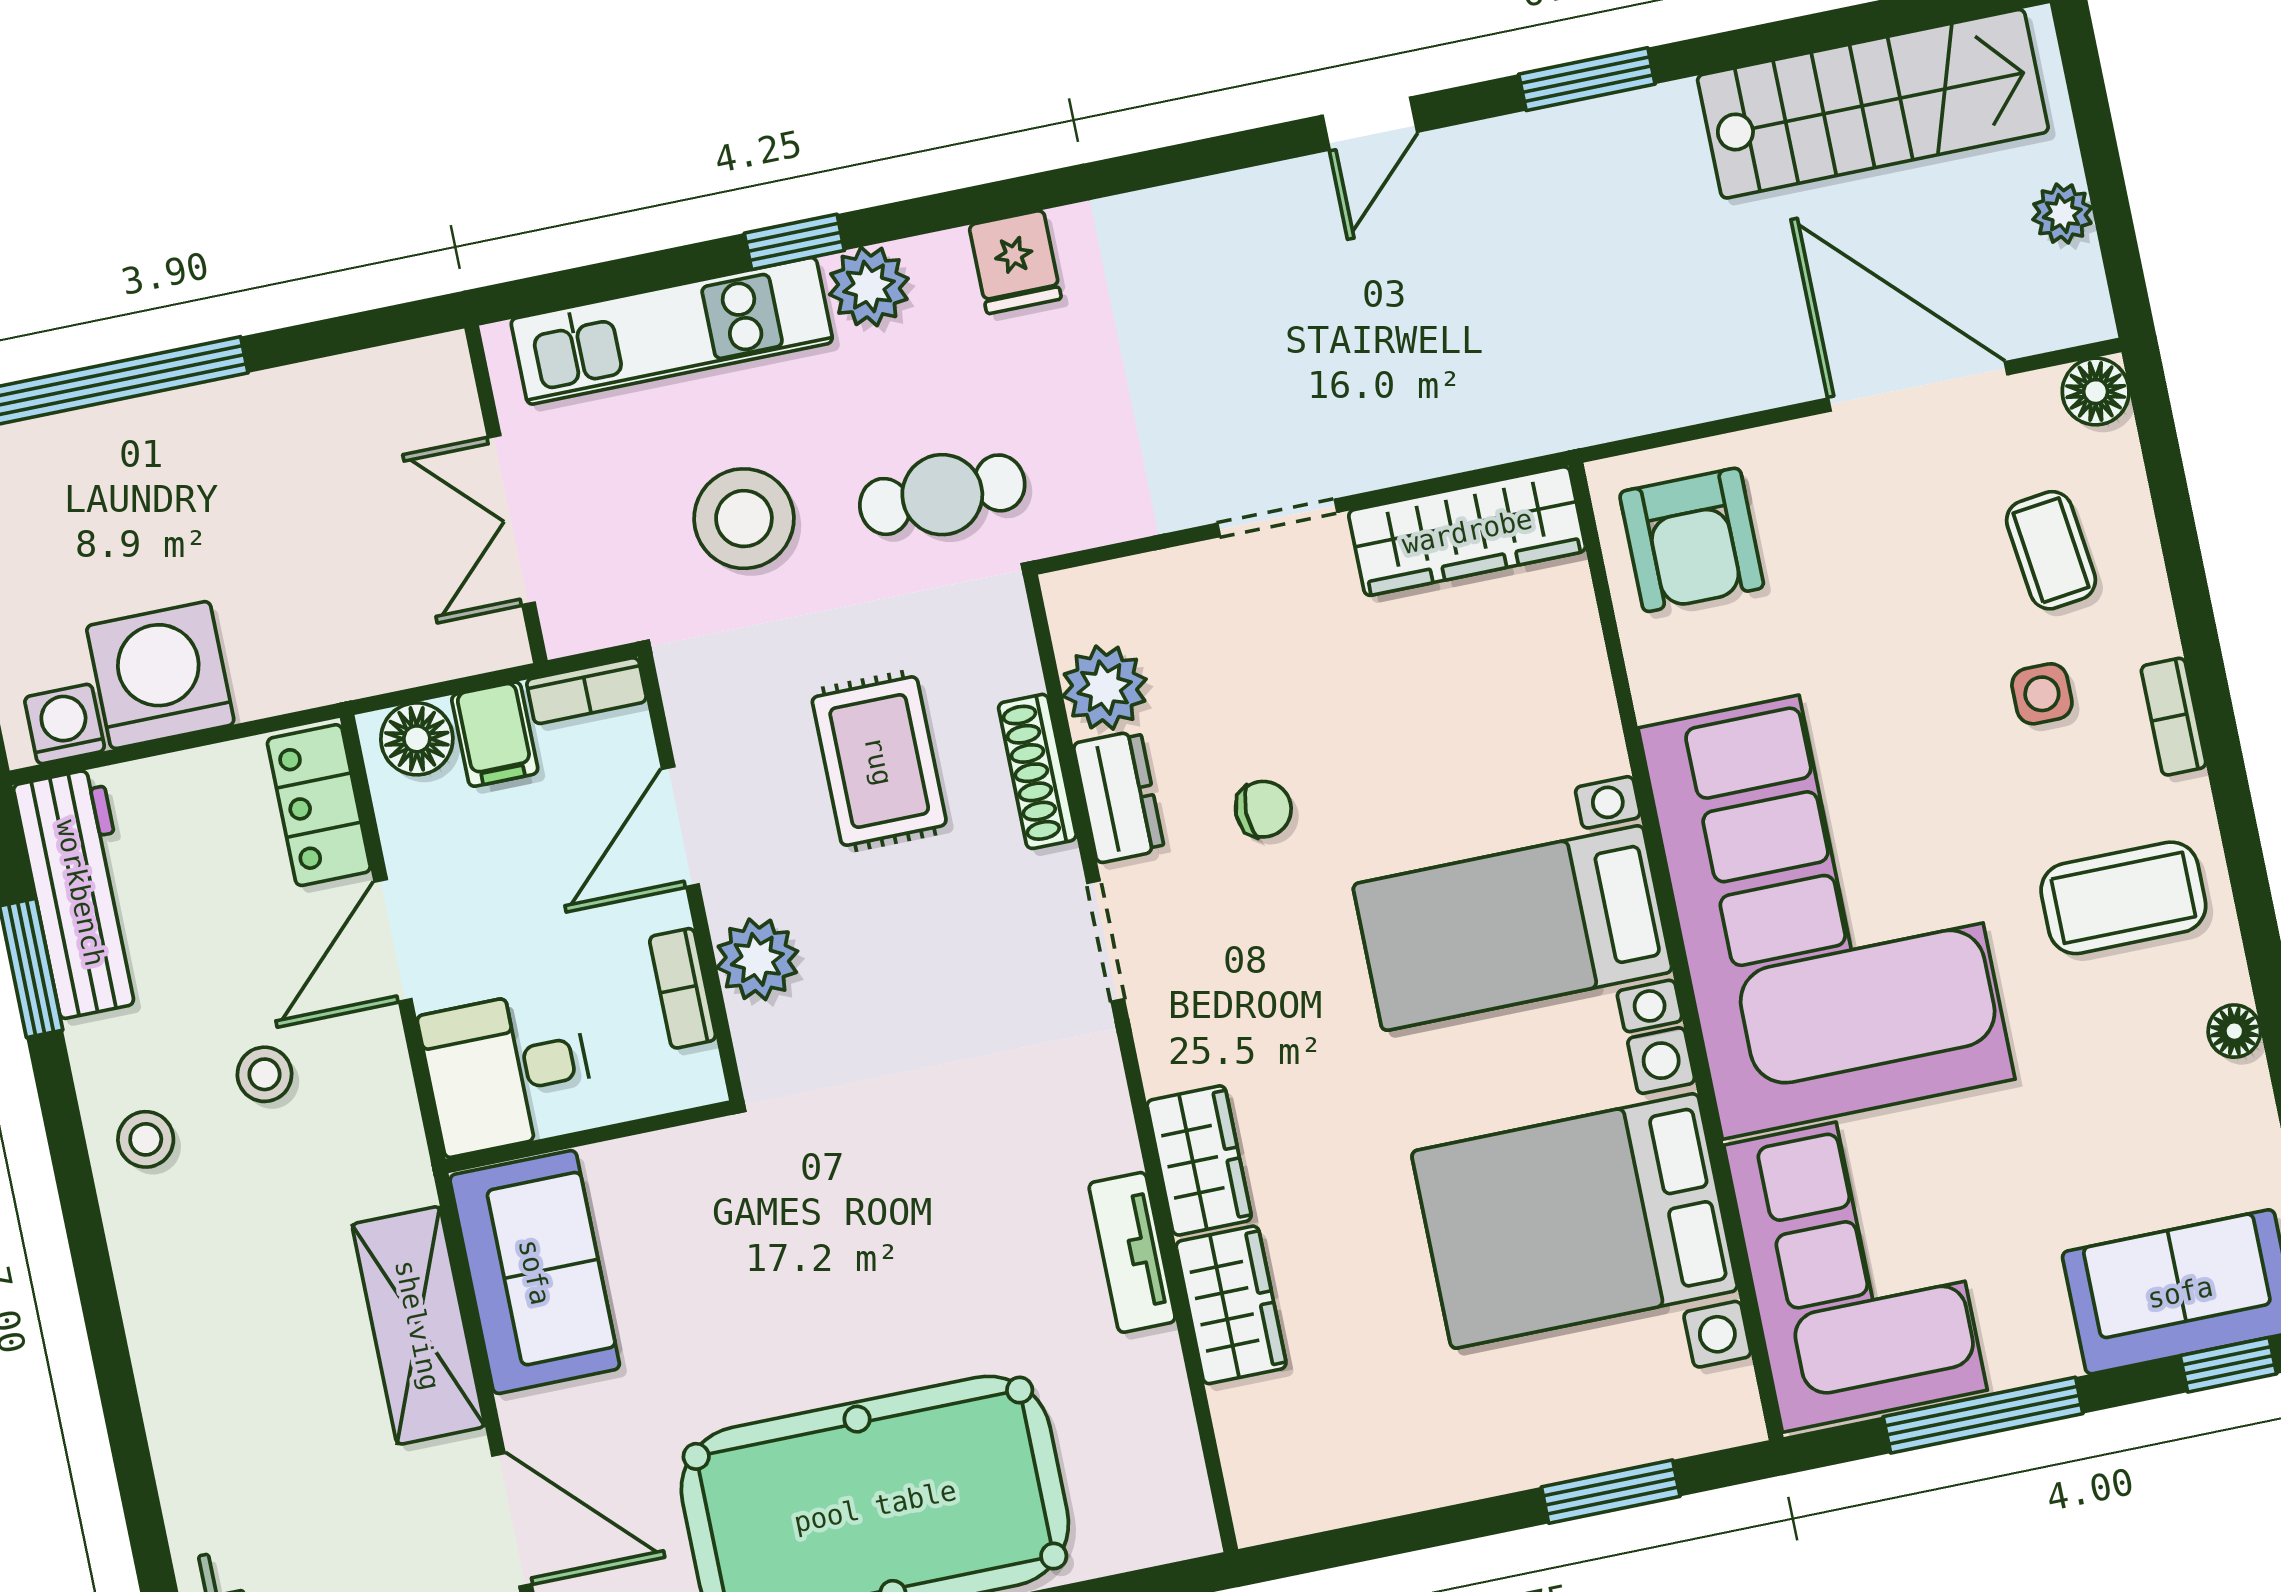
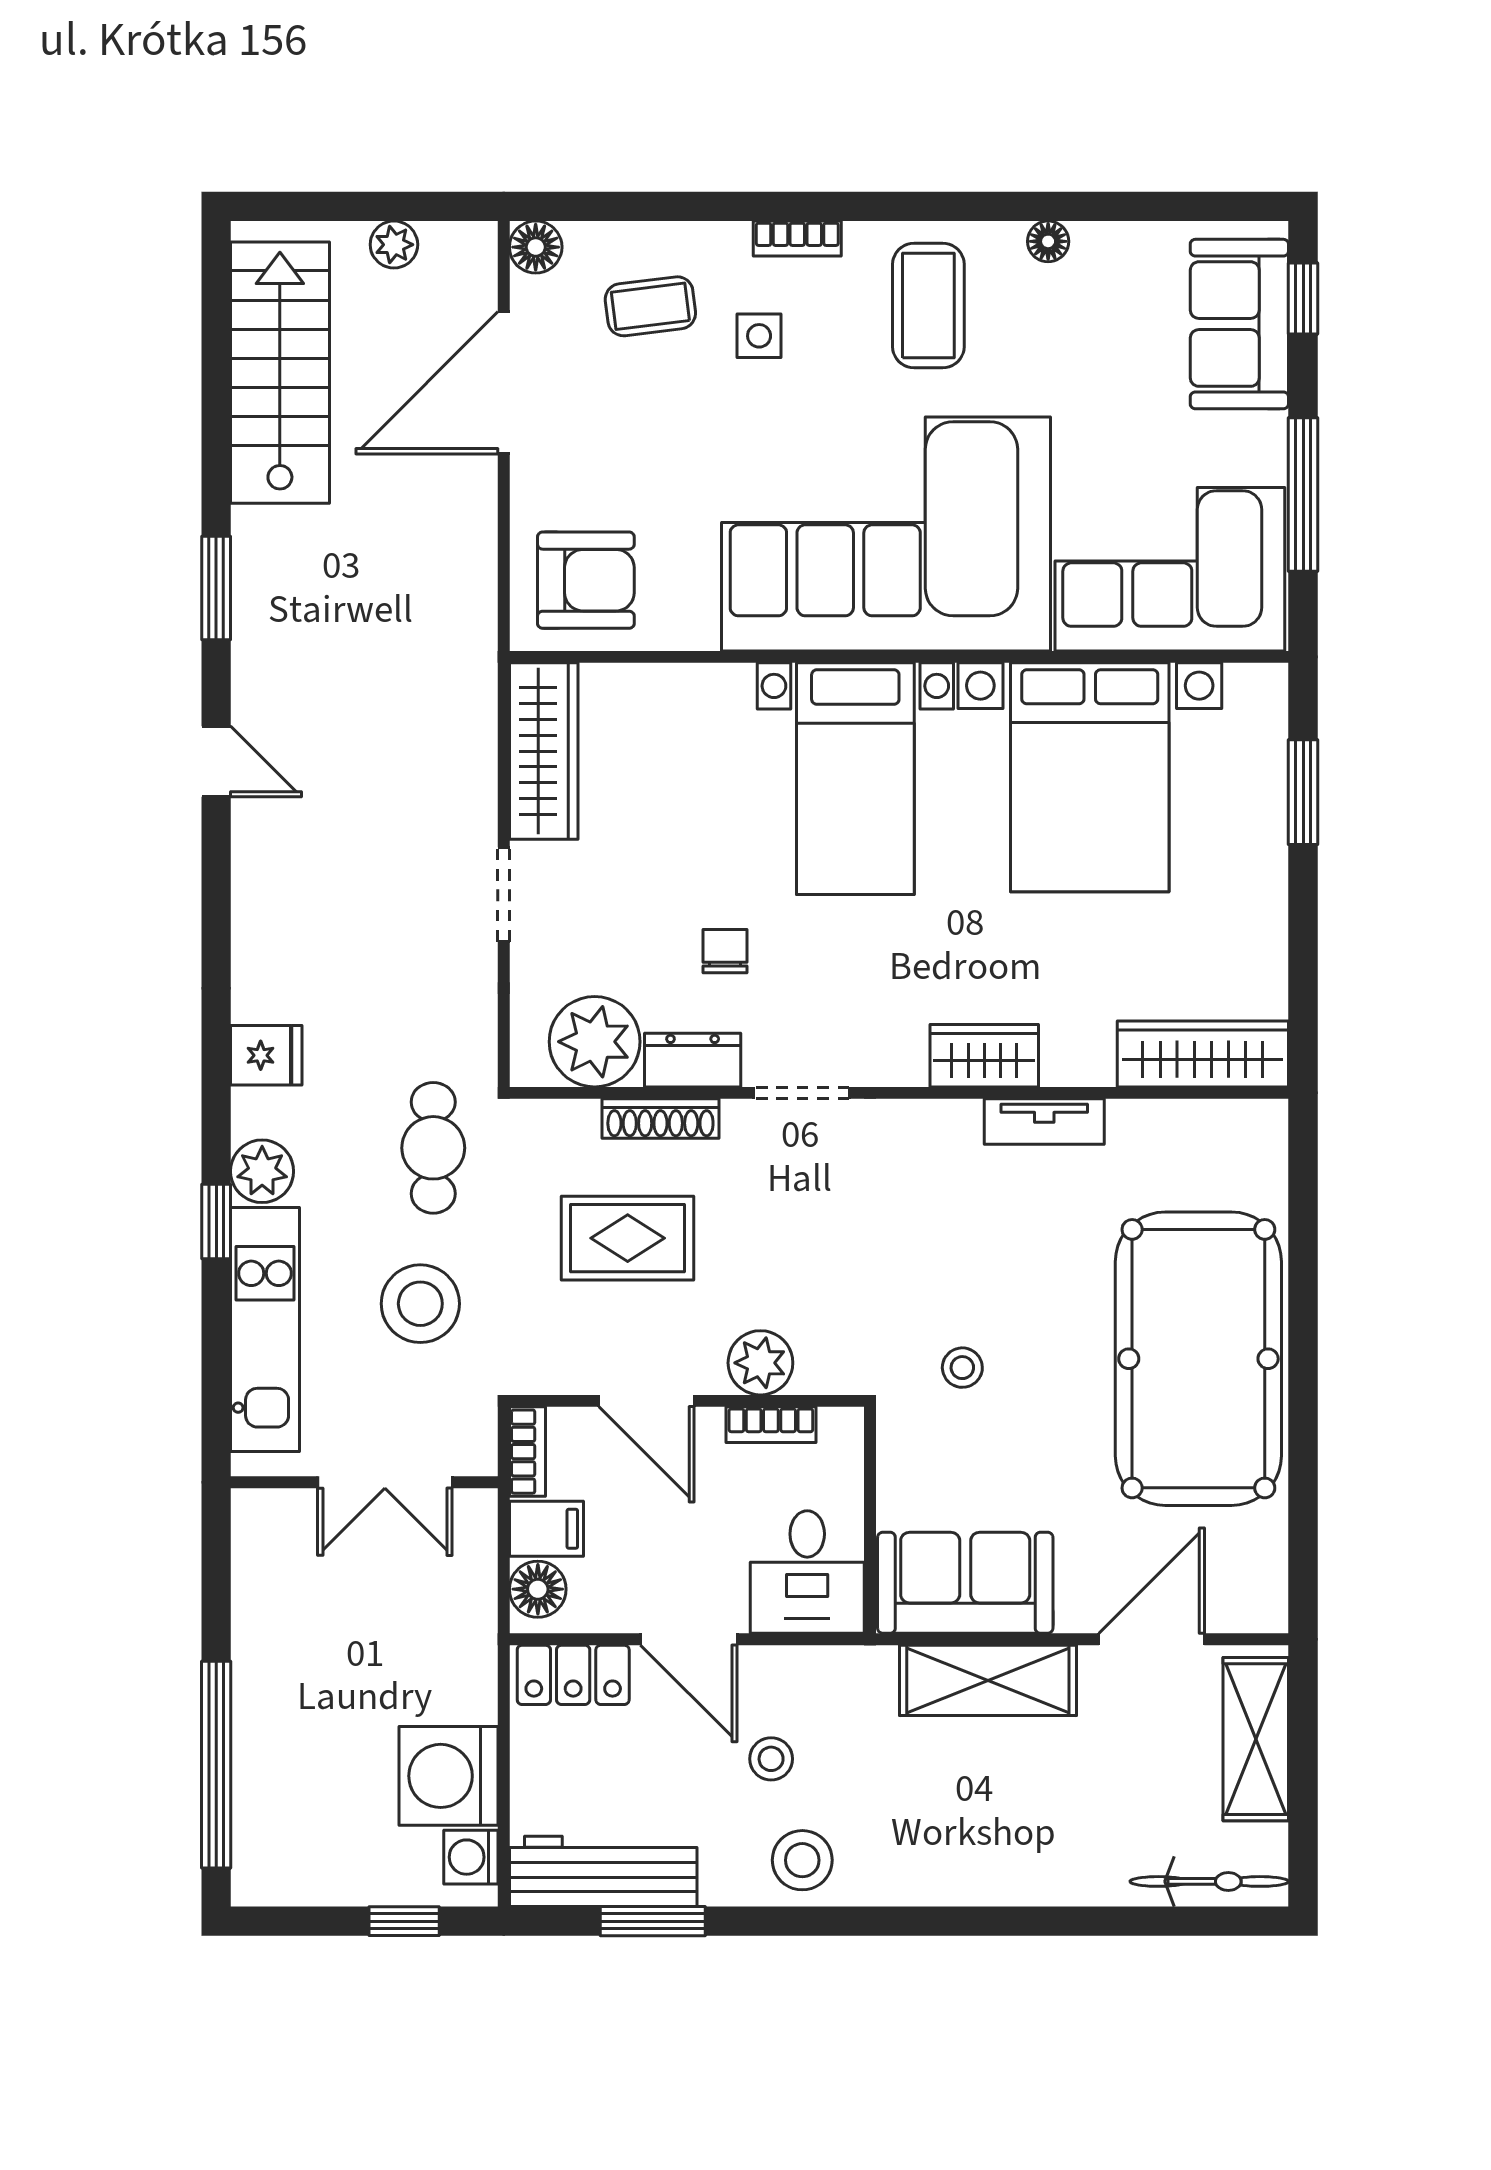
plant: (1105, 688) -> (595, 1042), width x1.36, depth x1.36
stool: (146, 1139) -> (802, 1860), width x1.37, depth x1.37
stool: (803, 1213) -> (962, 1368), added
wardrobe: (1231, 1305) -> (1203, 1054), moved, width x1.50

